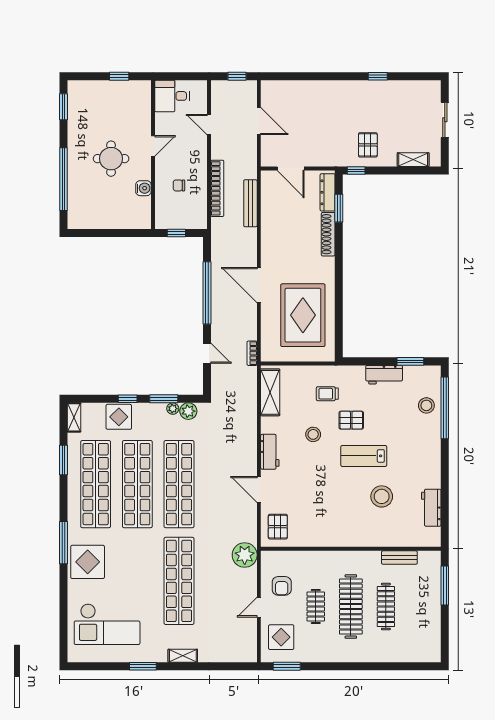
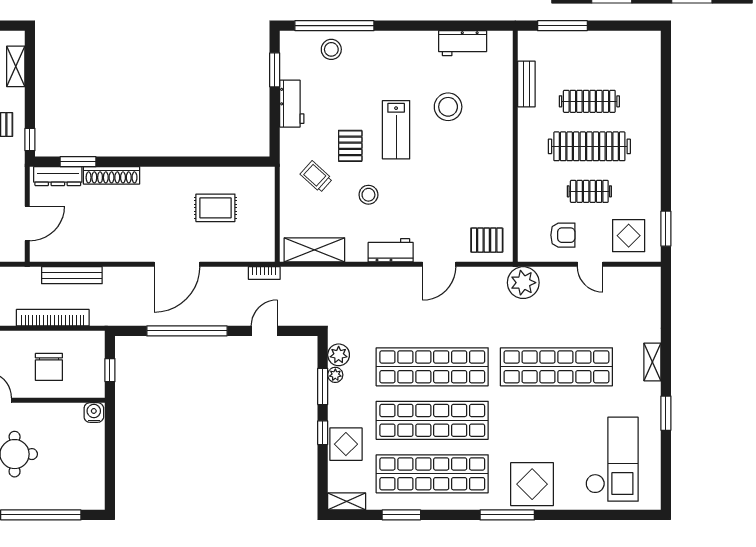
chair: (179, 185) -> (49, 367), width x1.87, depth x1.87
water cooler: (143, 188) -> (94, 413), moved
rug: (303, 315) -> (215, 208), width x0.54, depth x0.49
trolley: (327, 394) -> (316, 177), turned 132

